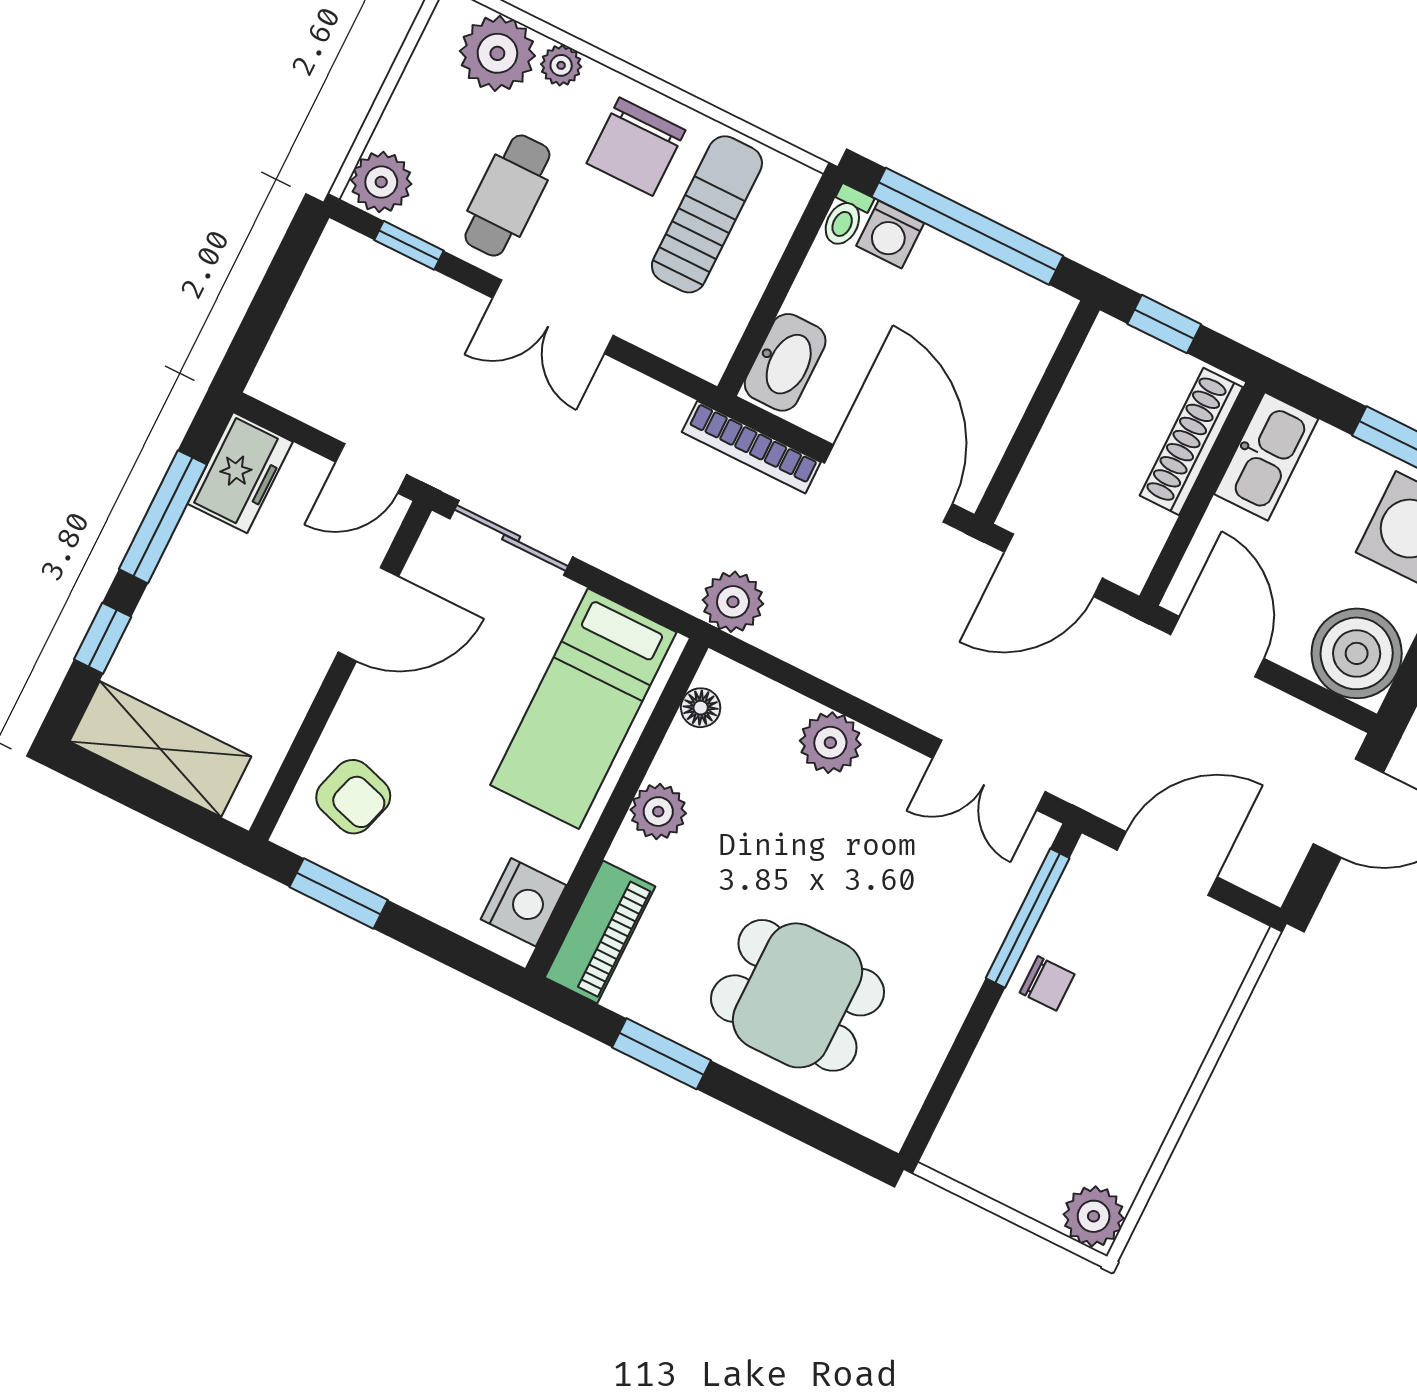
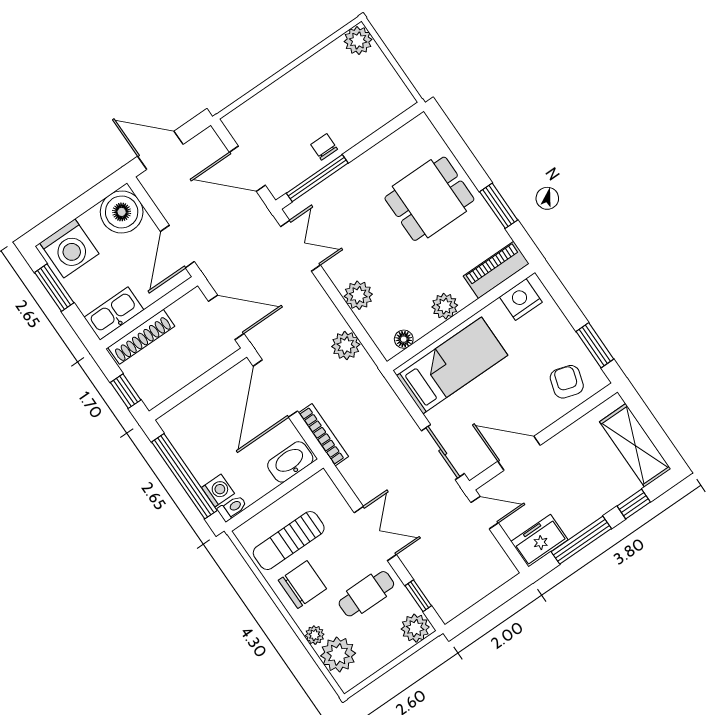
plant: (733, 602) -> (346, 346), moved
dining table: (798, 995) -> (429, 199), turned 90

